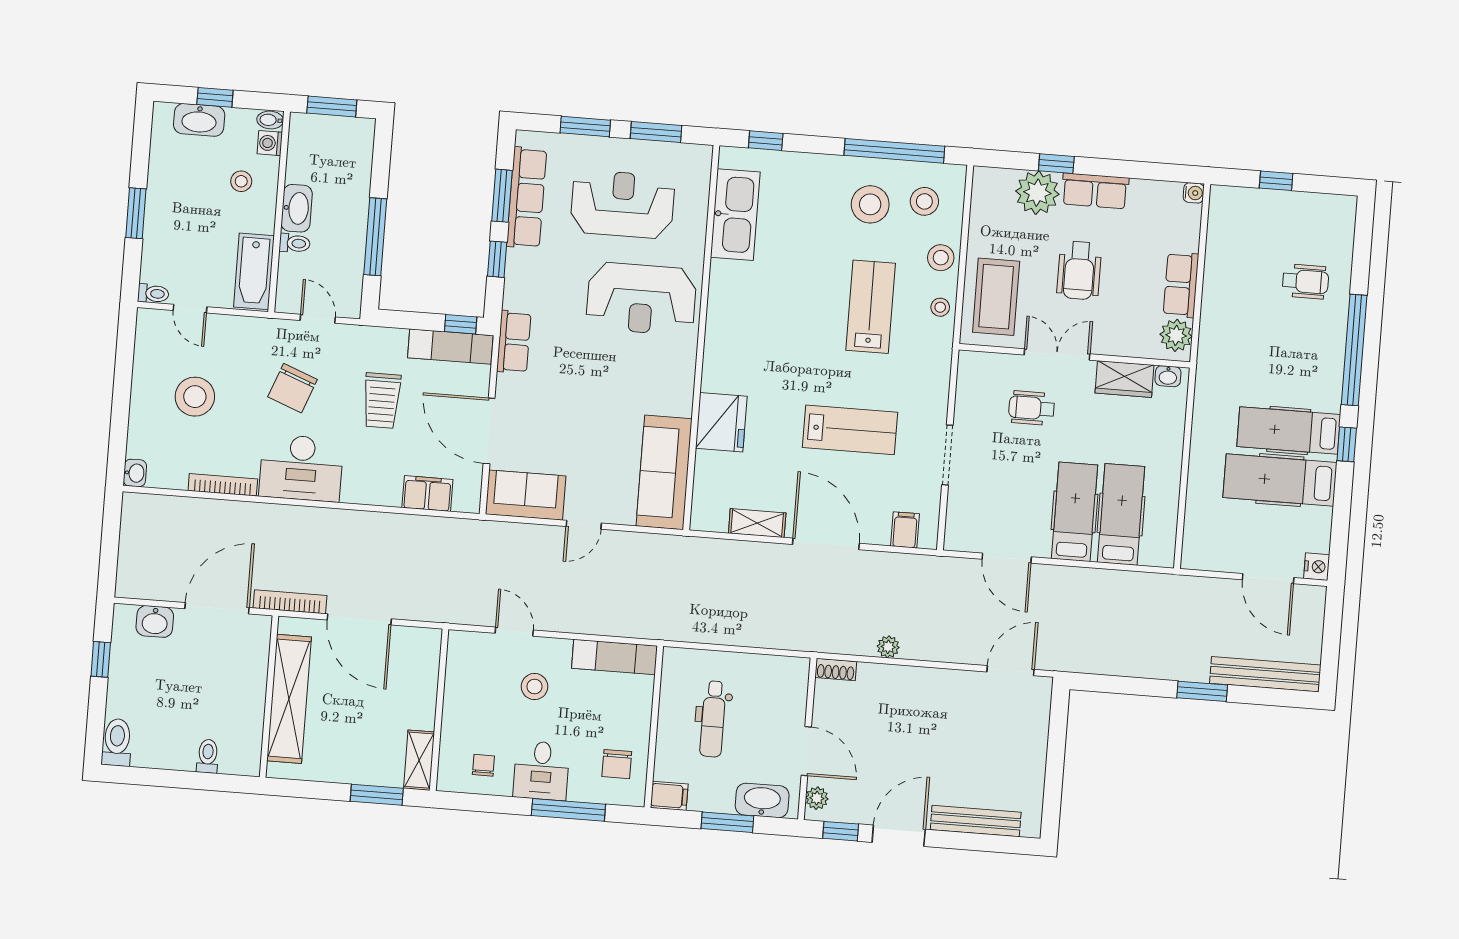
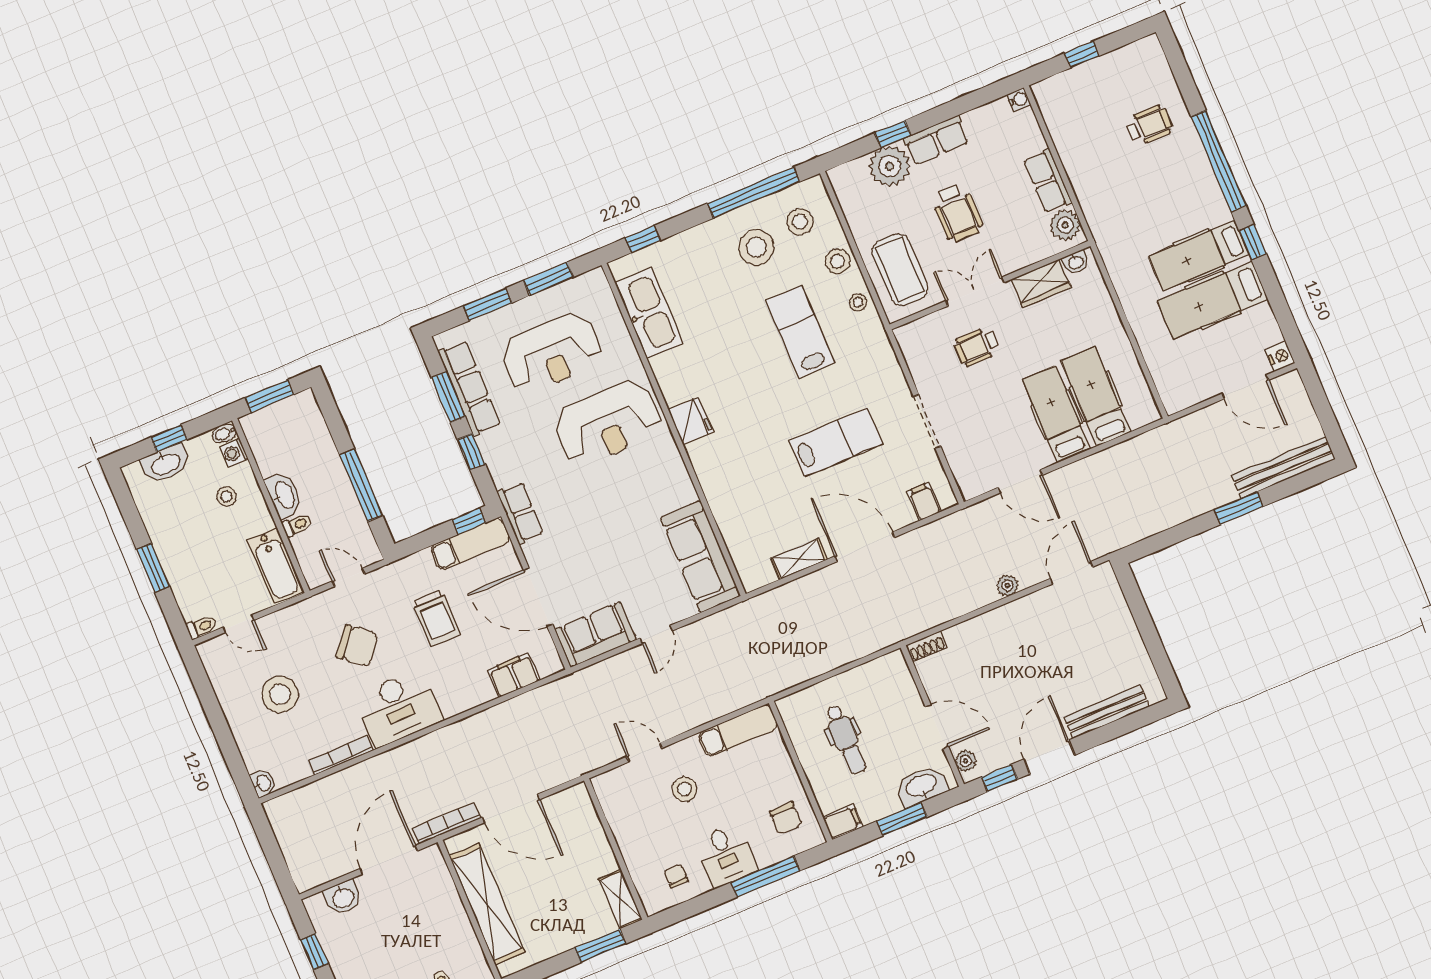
reception desk: (622, 204) -> (551, 353), turned 180
chair: (293, 388) -> (357, 646), turned -72
fridge: (721, 422) -> (691, 421), moved, width x0.73, depth x0.75
plant: (888, 647) -> (1007, 585), moved

